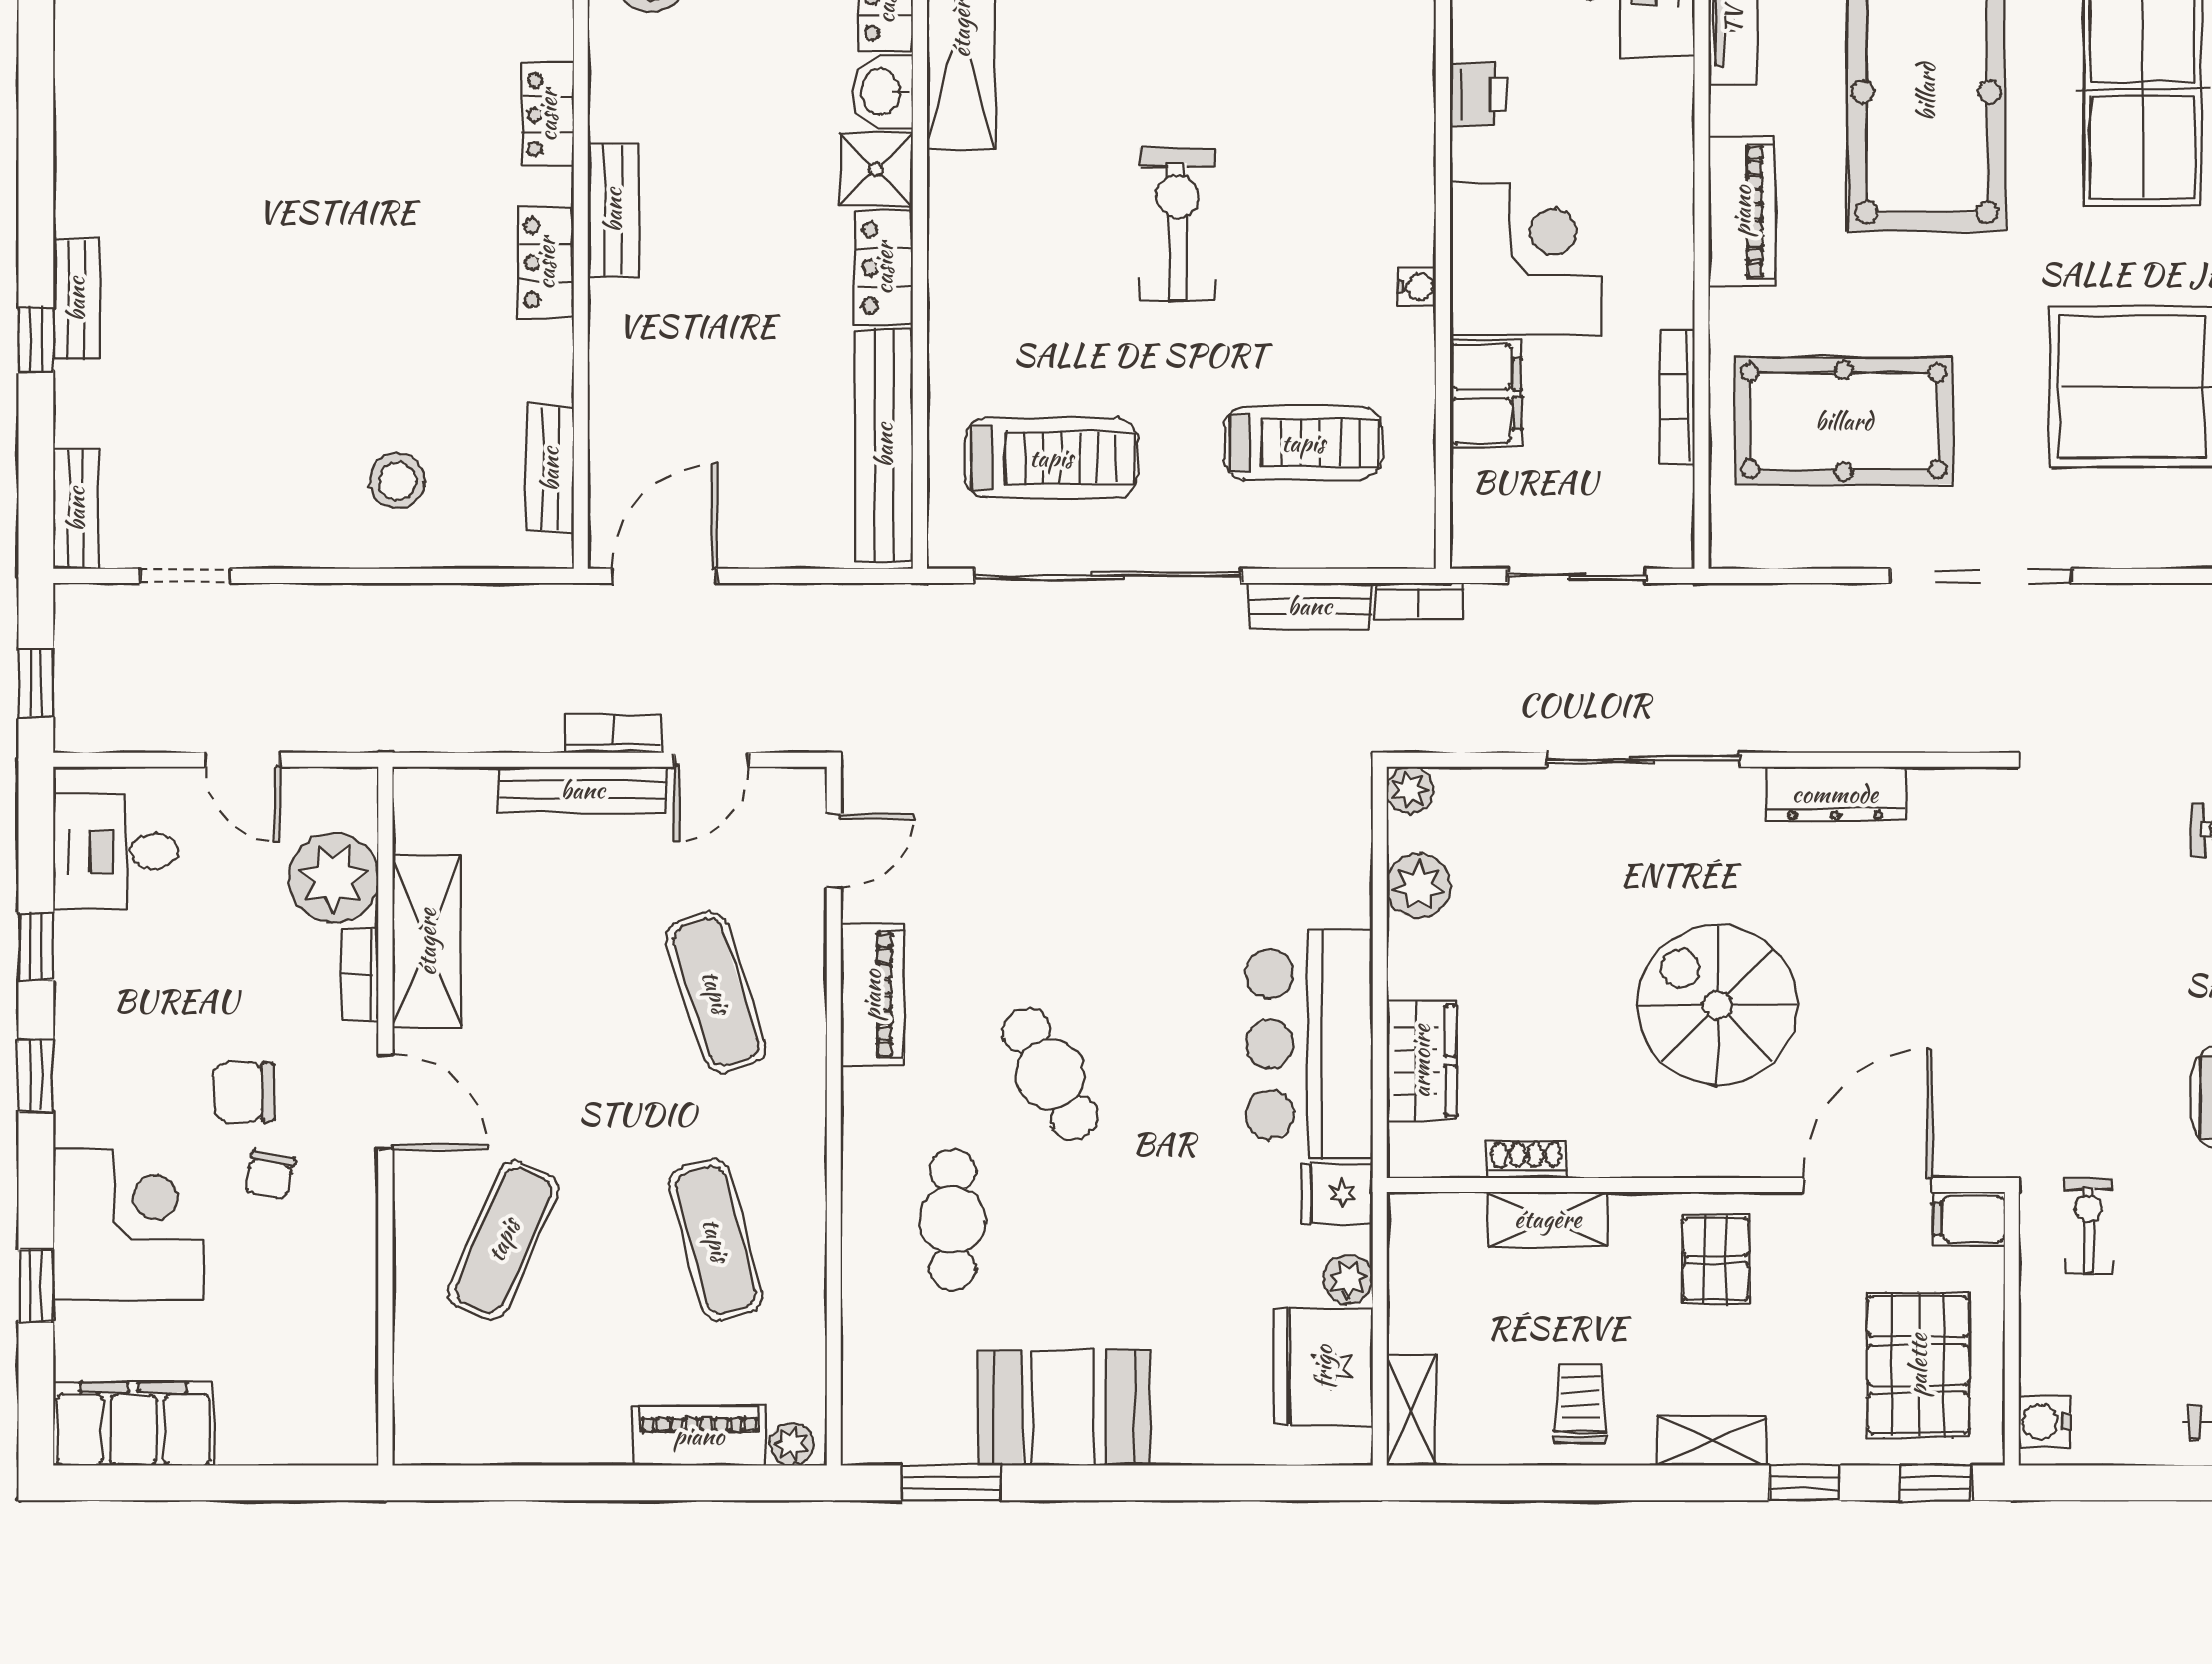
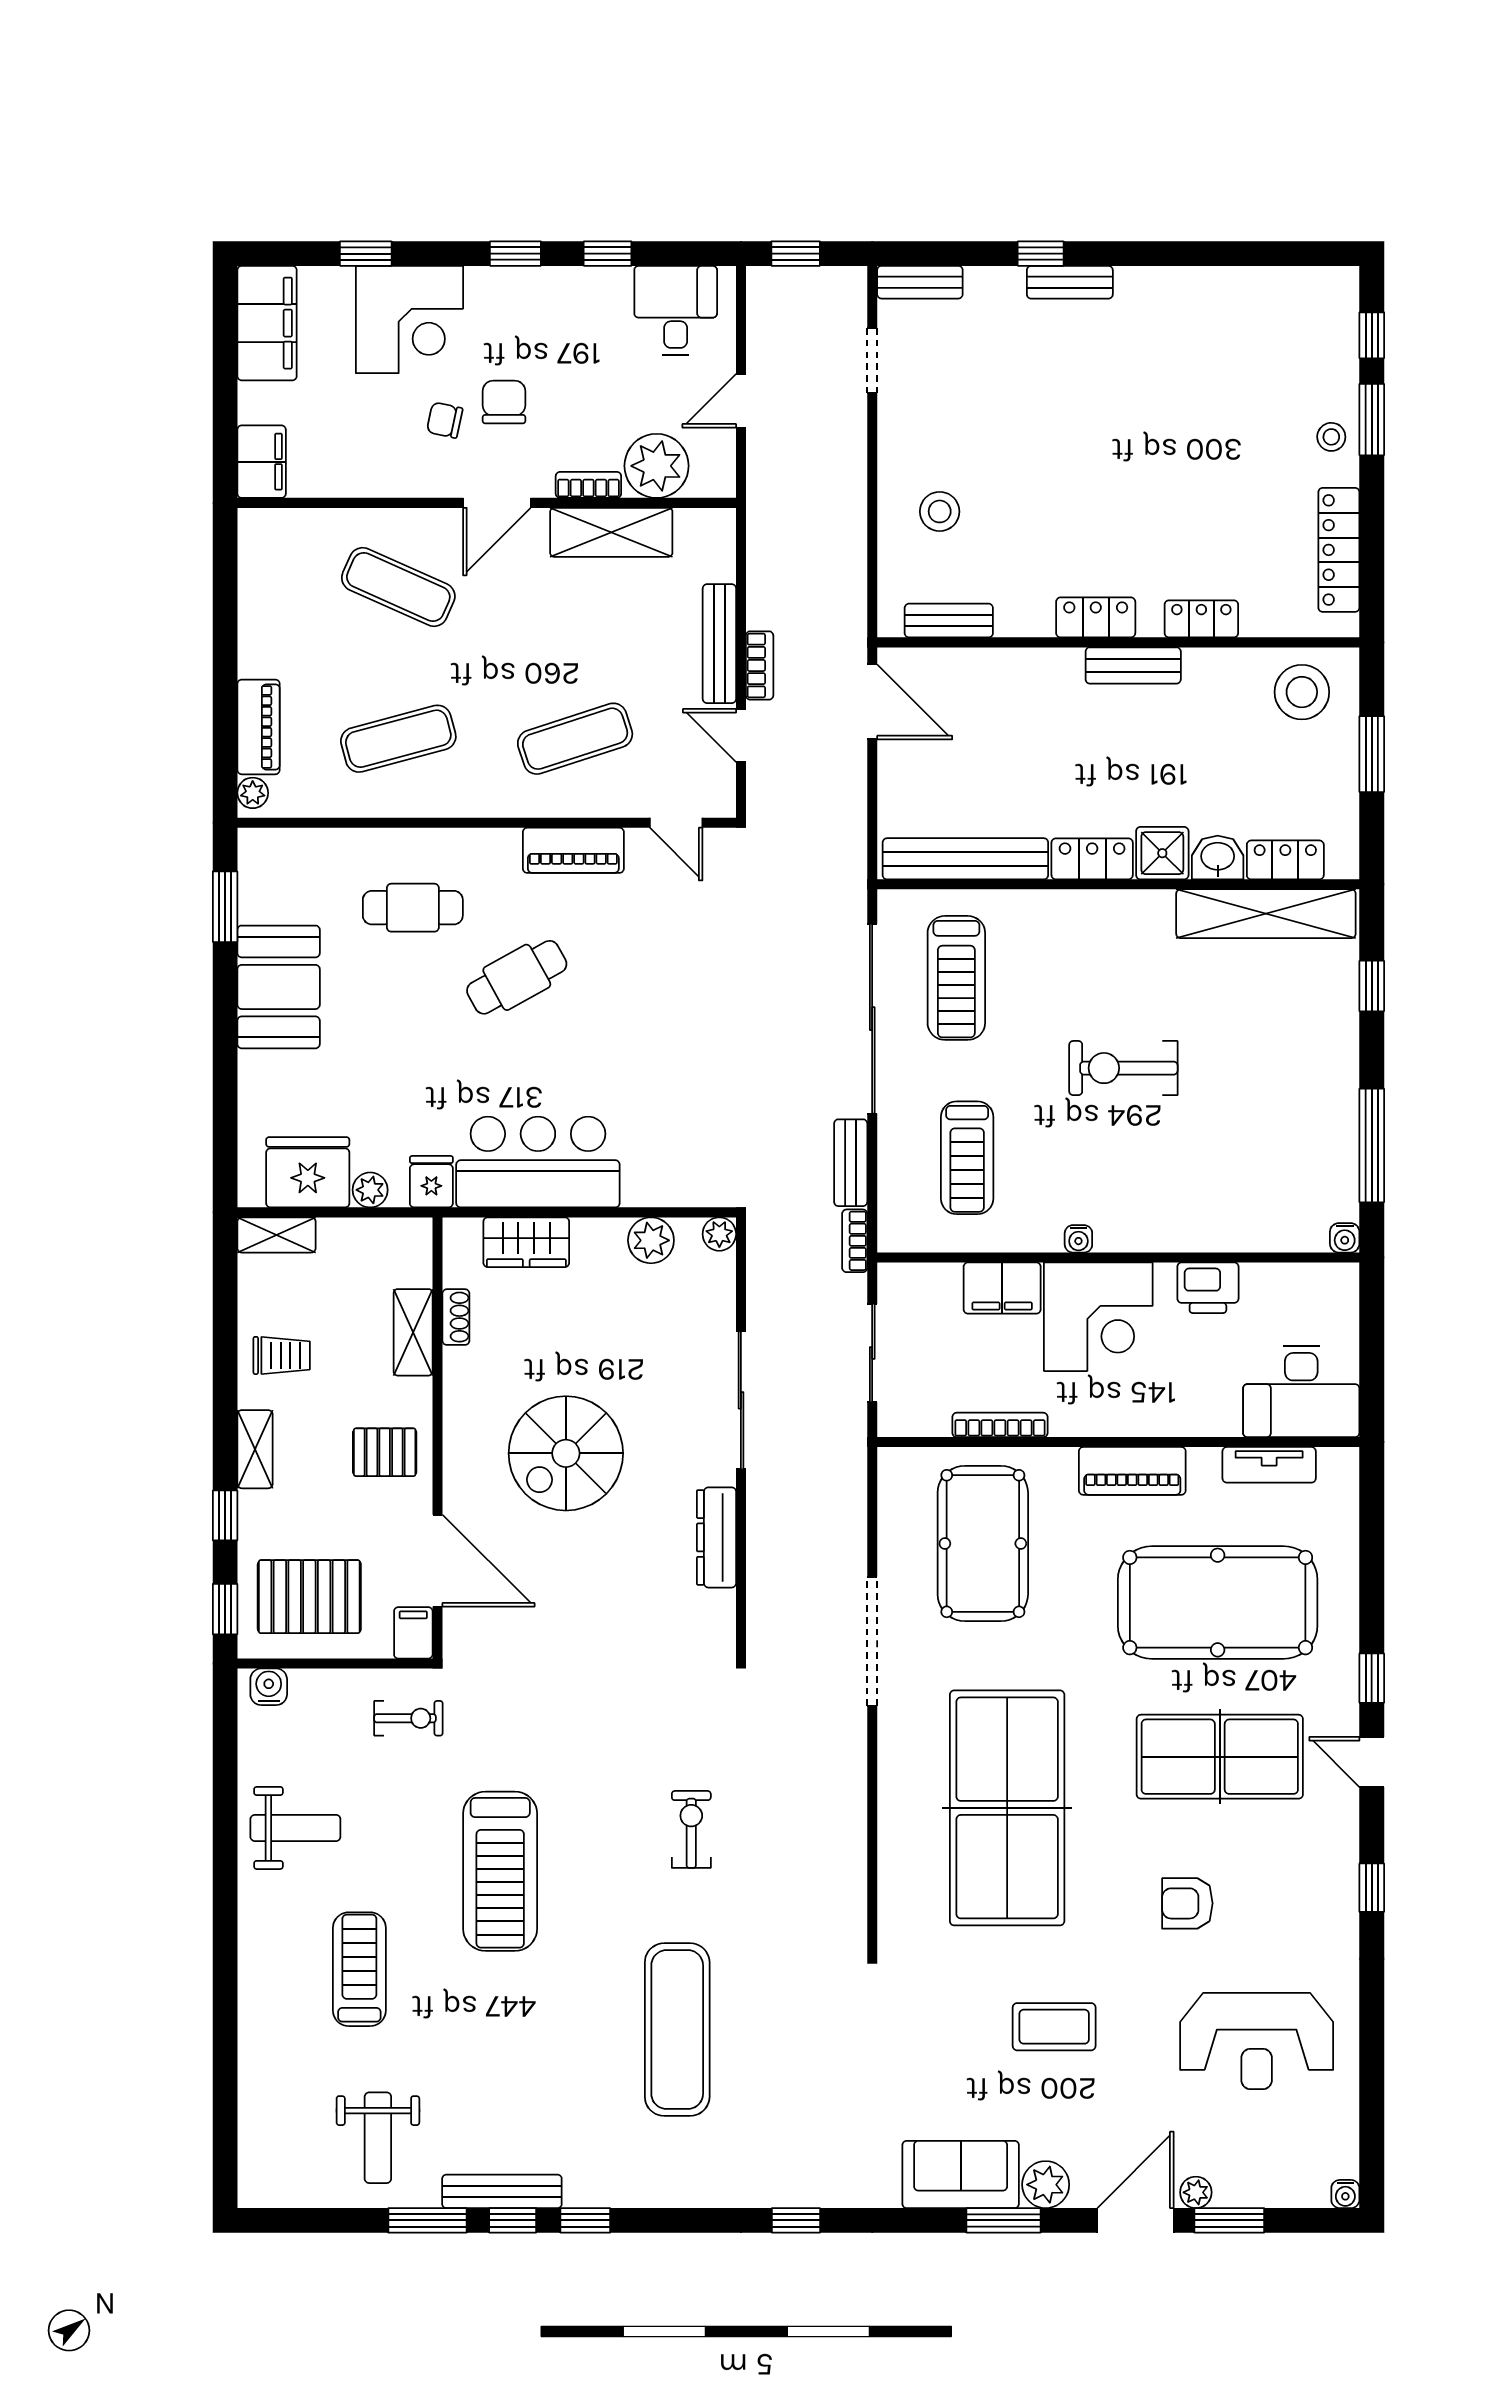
printer: (1478, 94) -> (1208, 1288), width x1.36, depth x1.24
exercise bike: (1177, 224) -> (1123, 1068), turned 180
spiral stairs: (1717, 1005) -> (566, 1453), turned 180
filing cabinet: (328, 1432) -> (262, 462), added

